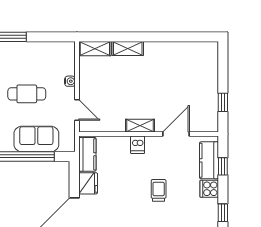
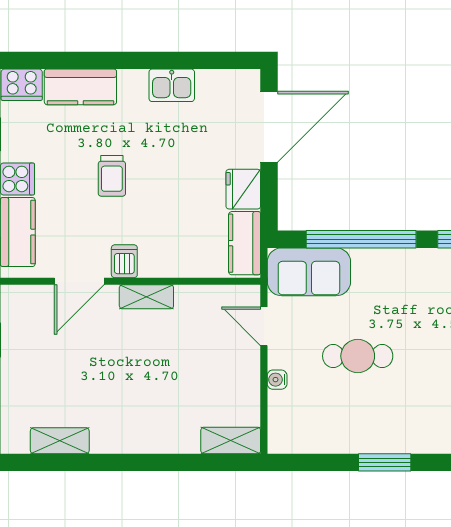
shelving: (128, 48) -> (60, 441), moved
sofa: (36, 139) -> (309, 272), moved
dishwasher: (138, 145) -> (124, 261), moved

